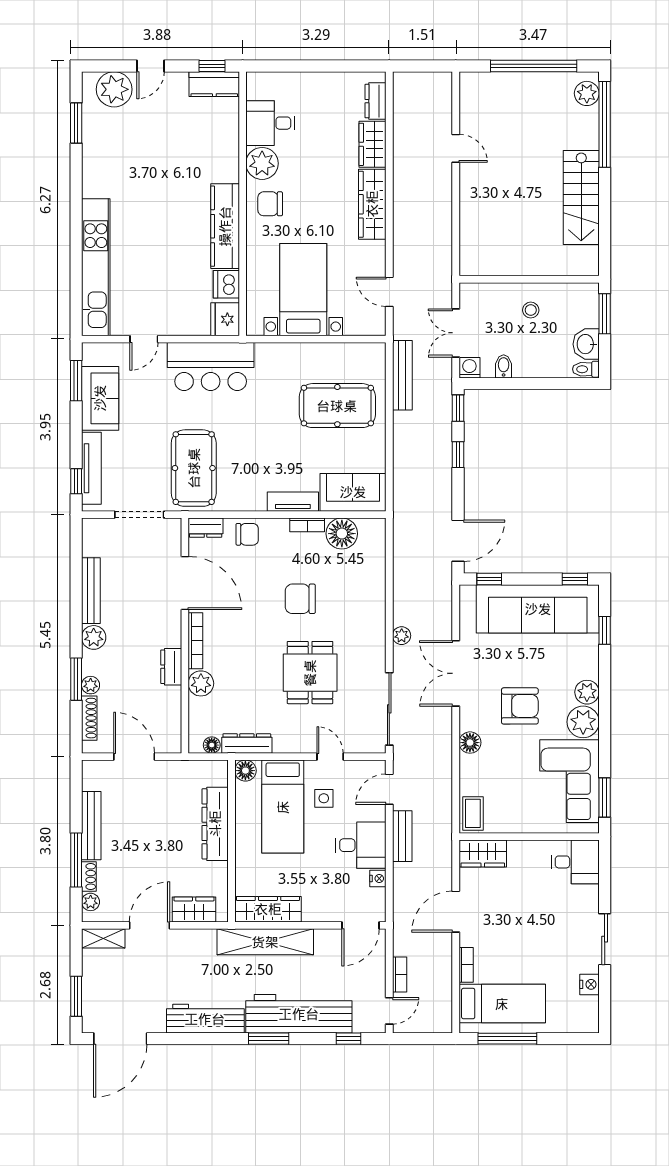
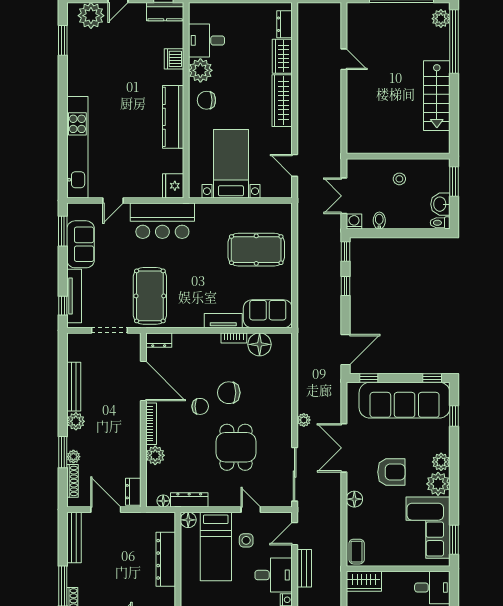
dishwasher: (226, 284) -> (174, 59), moved
bench: (402, 375) -> (304, 227), removed
chair: (247, 534) -> (200, 406), moved
dresser: (171, 667) -> (133, 492), moved
bench: (91, 826) -> (74, 537), moved

